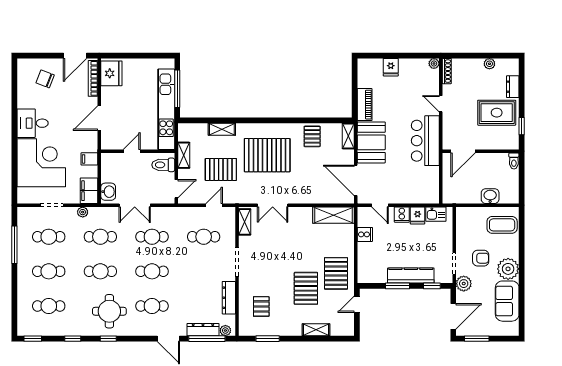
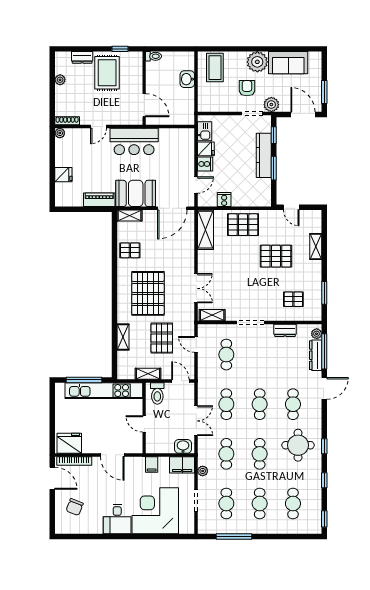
pallet: (336, 273) -> (243, 225), moved
dresser: (229, 298) -> (285, 330), width x0.70

